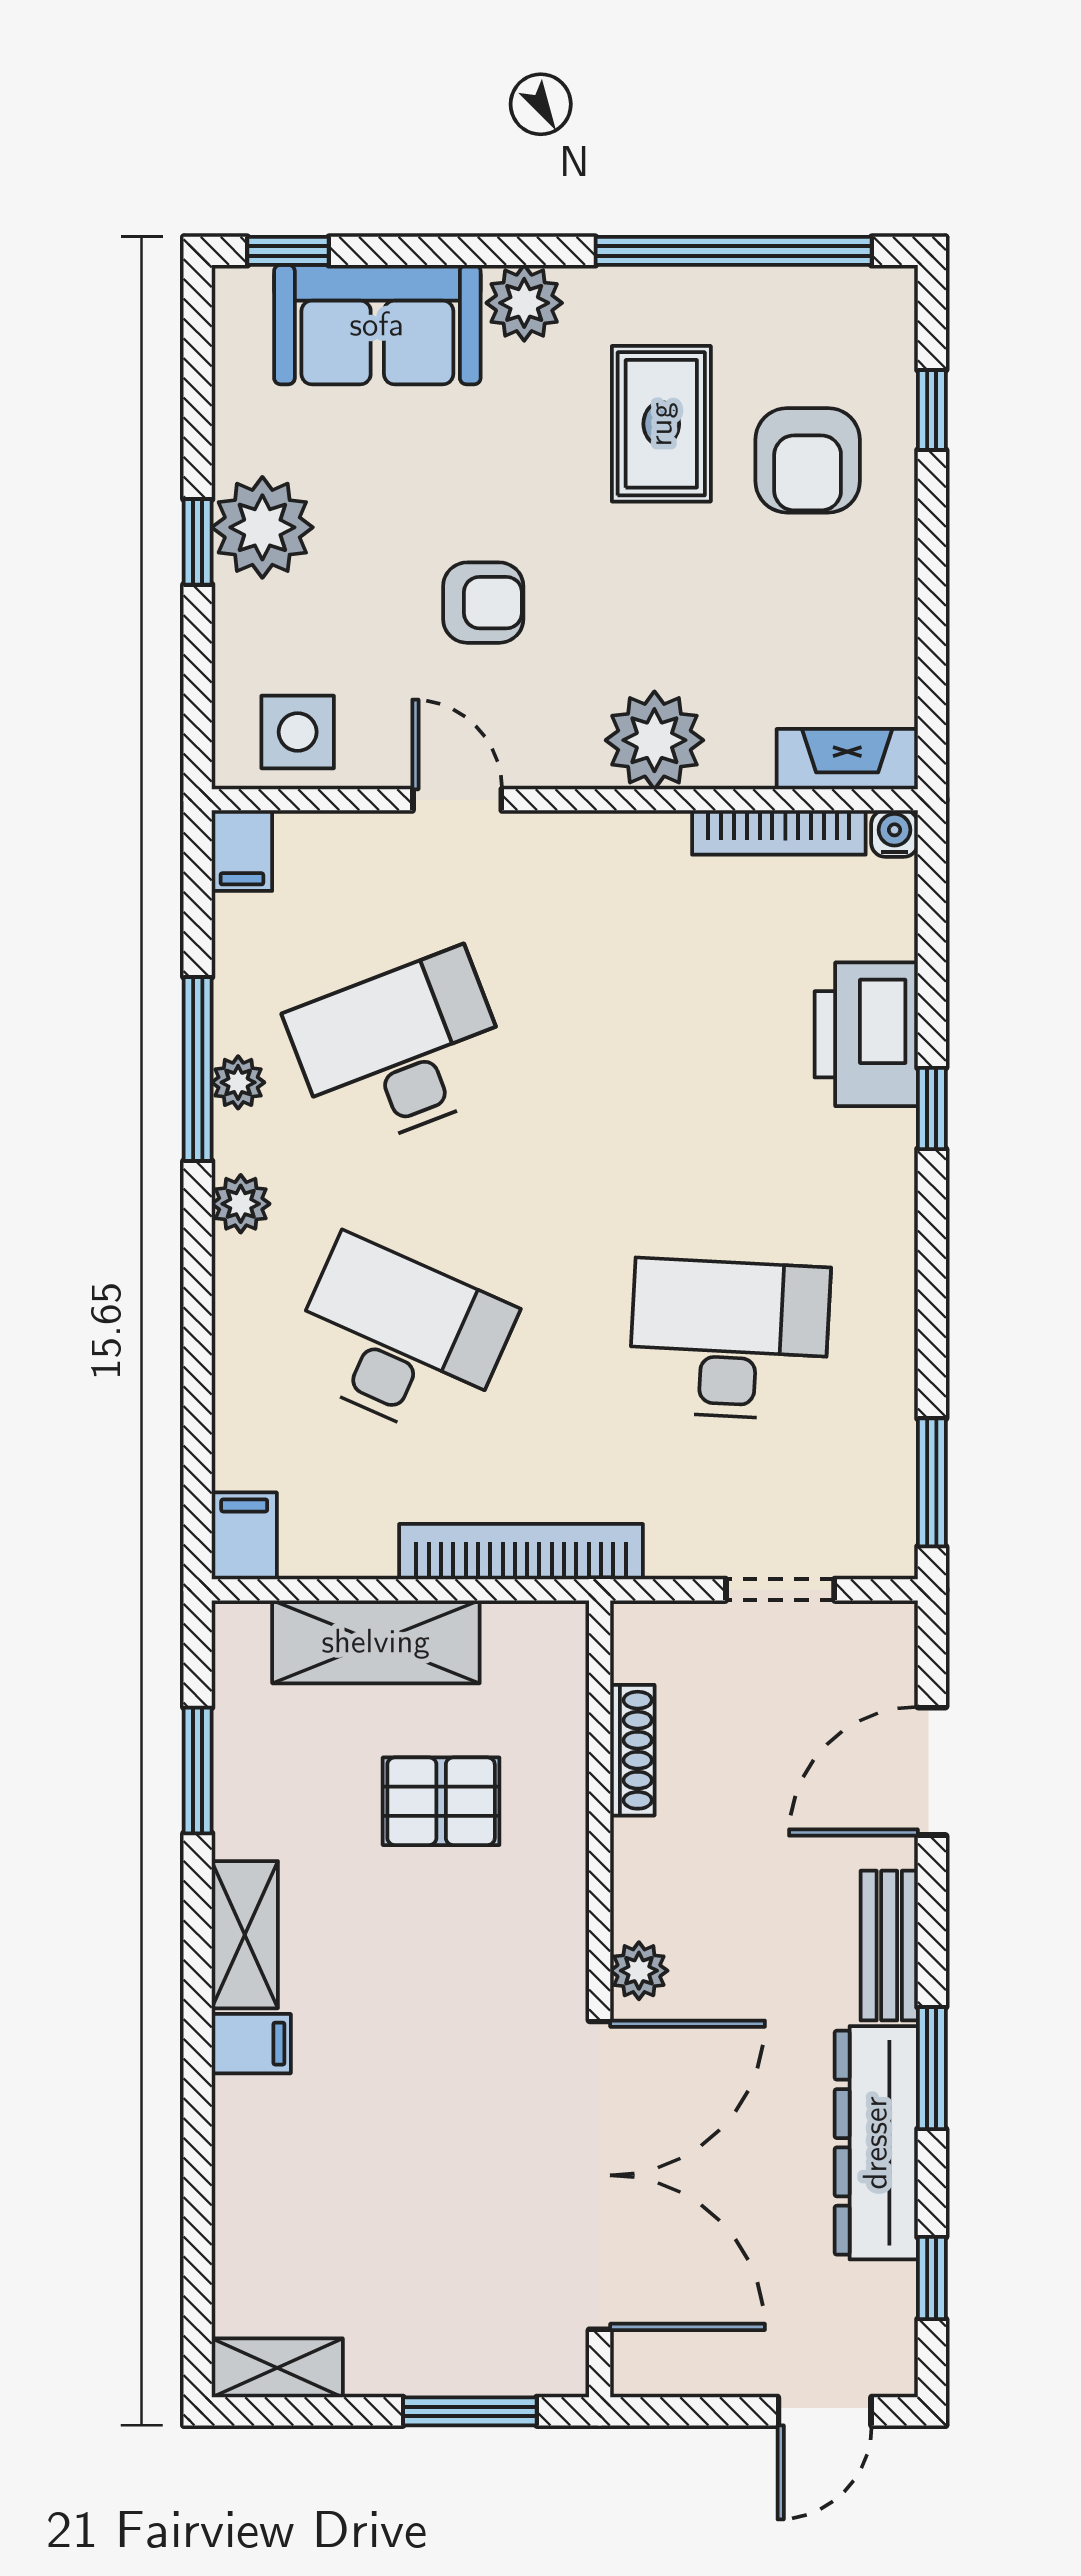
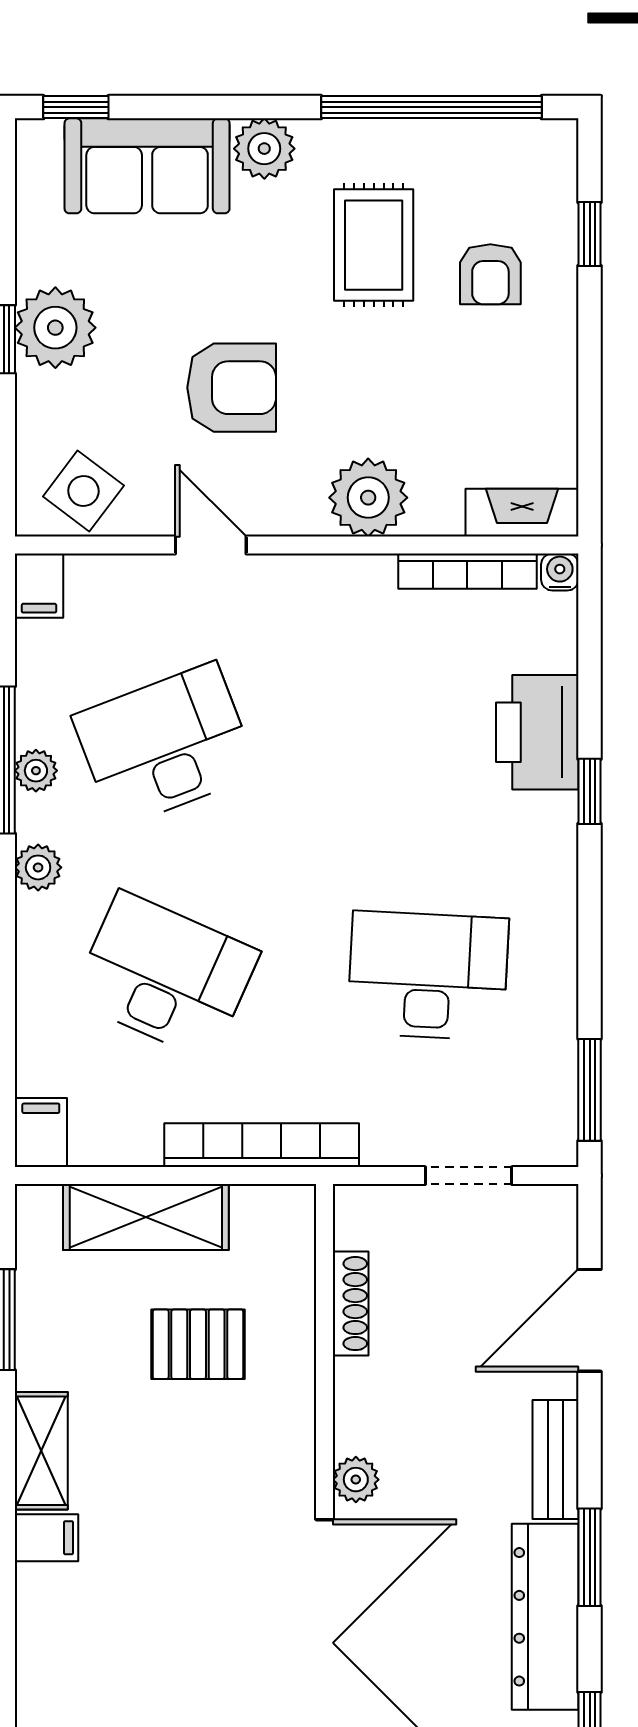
armchair: (808, 460) -> (490, 274), width x0.72, depth x0.72
armchair: (483, 603) -> (232, 388), width x1.38, depth x1.38
side table: (298, 732) -> (83, 491), turned 37

